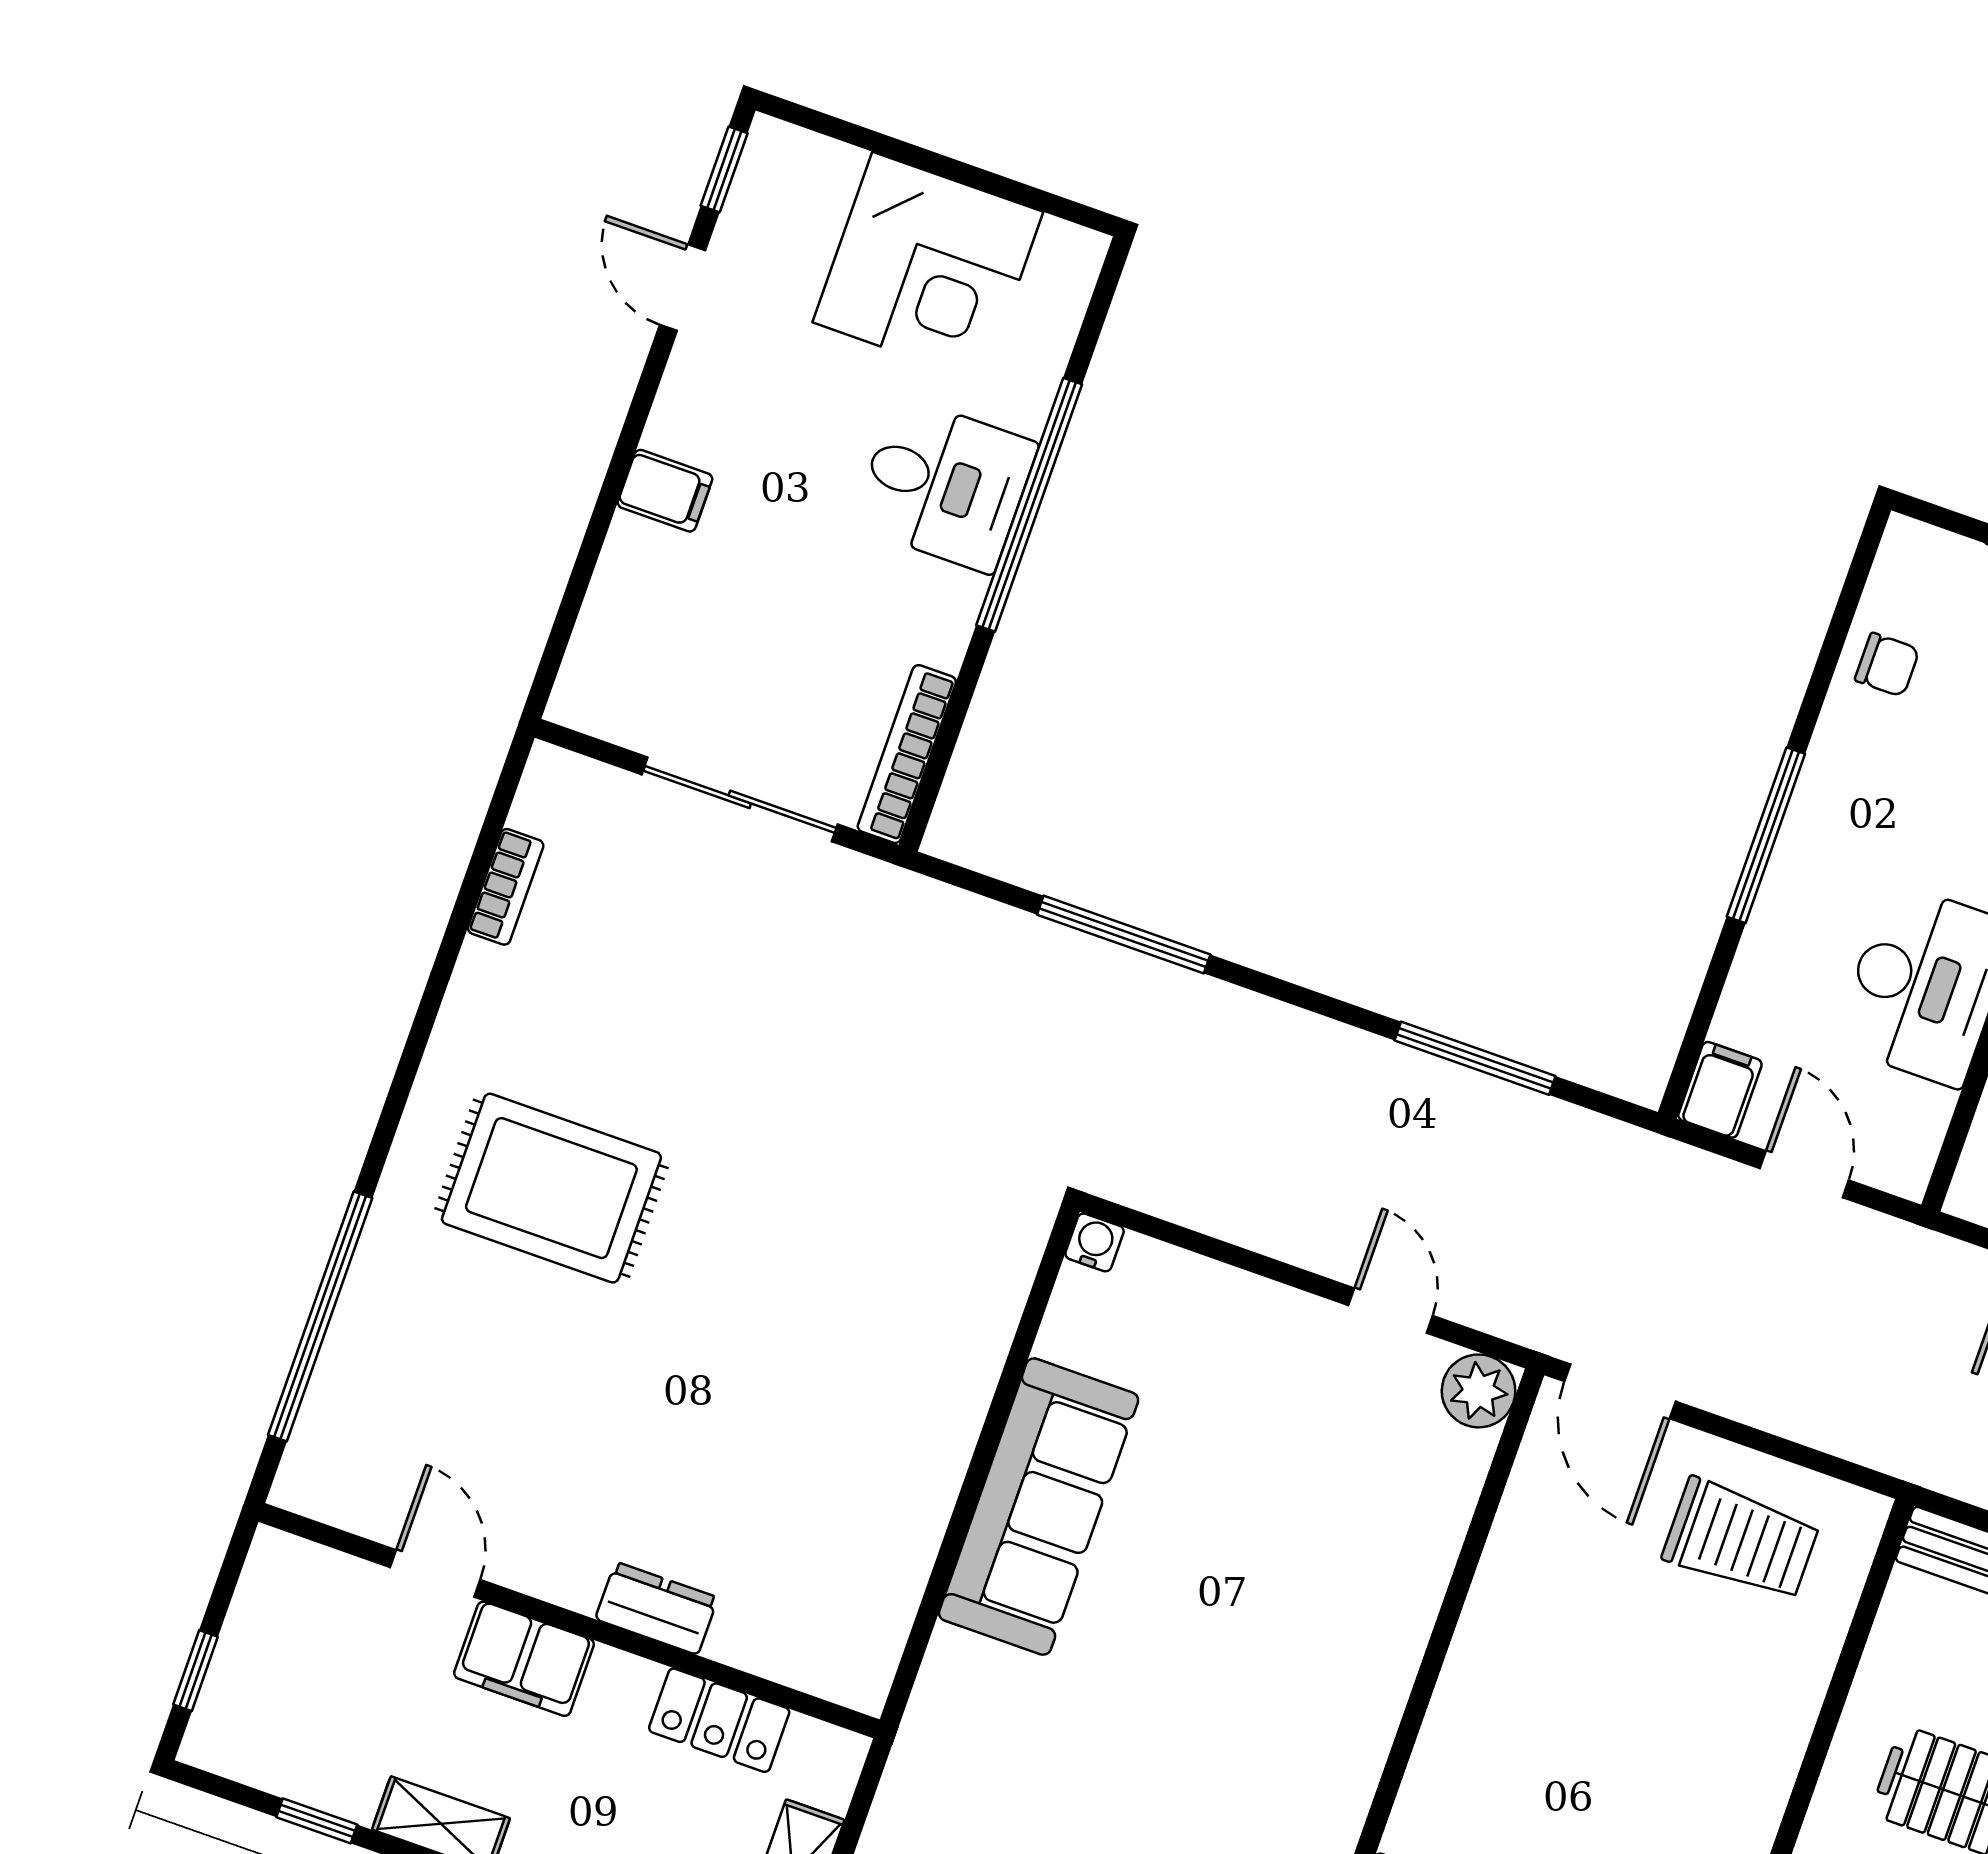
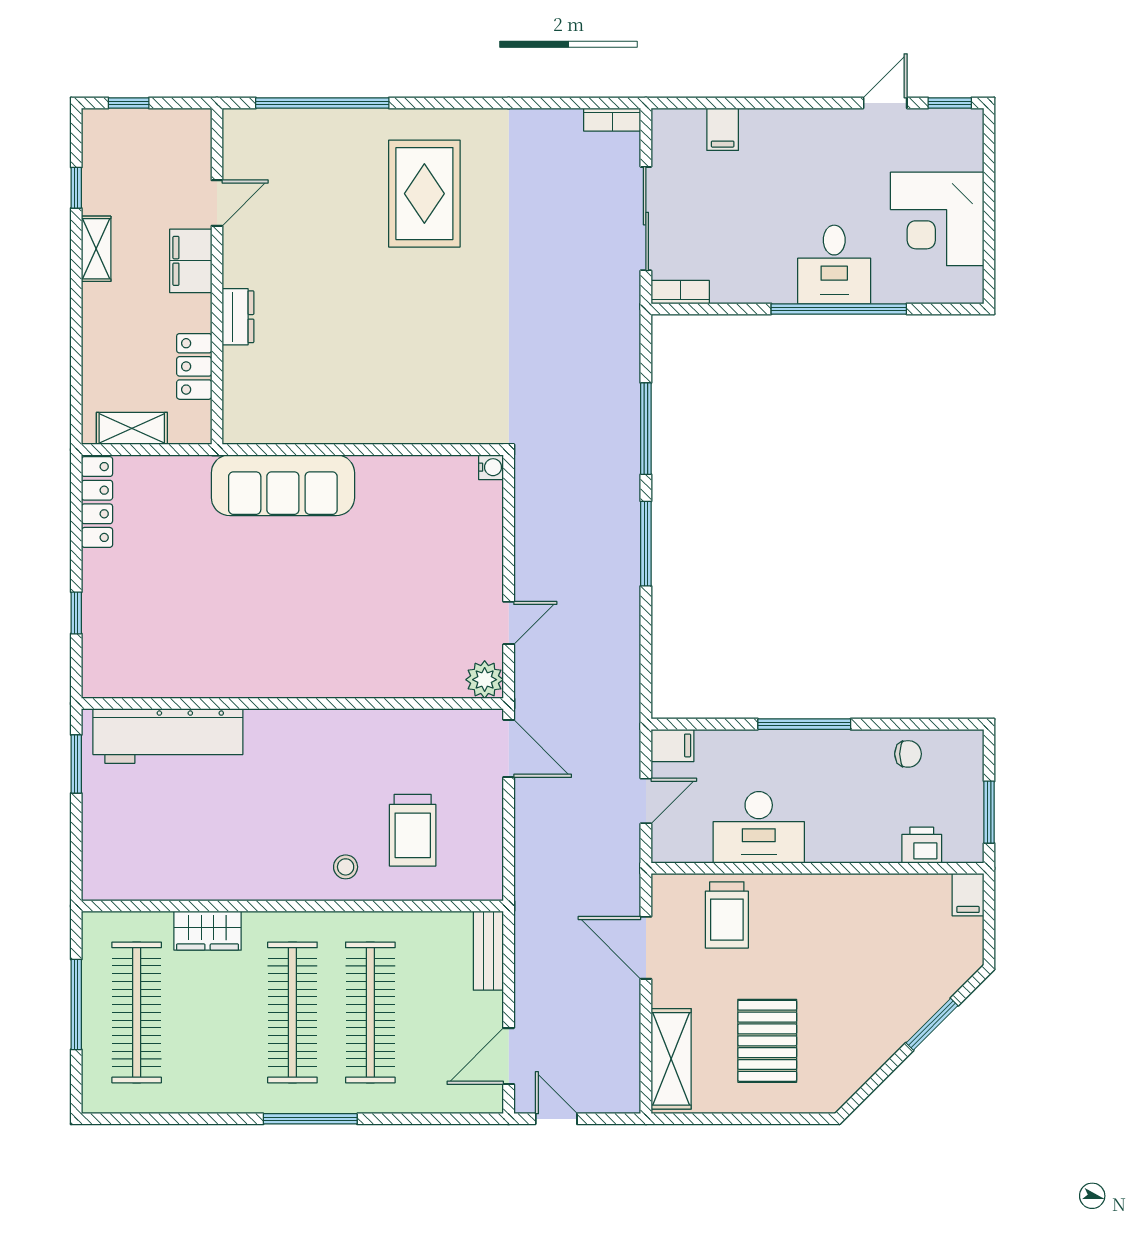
filing cabinet: (665, 491) -> (723, 129), moved
chair: (1887, 665) -> (908, 754), turned -90
bookcase: (907, 754) -> (680, 292), width x0.64
bookcase: (506, 887) -> (612, 120), moved
window: (1475, 1058) -> (646, 544), moved
door: (1620, 1391) -> (509, 748), swing flipped
sofa: (1039, 1507) -> (283, 485), moved
trolley: (1741, 1540) -> (413, 830), moved
stool: (1732, 1766) -> (346, 867), added

